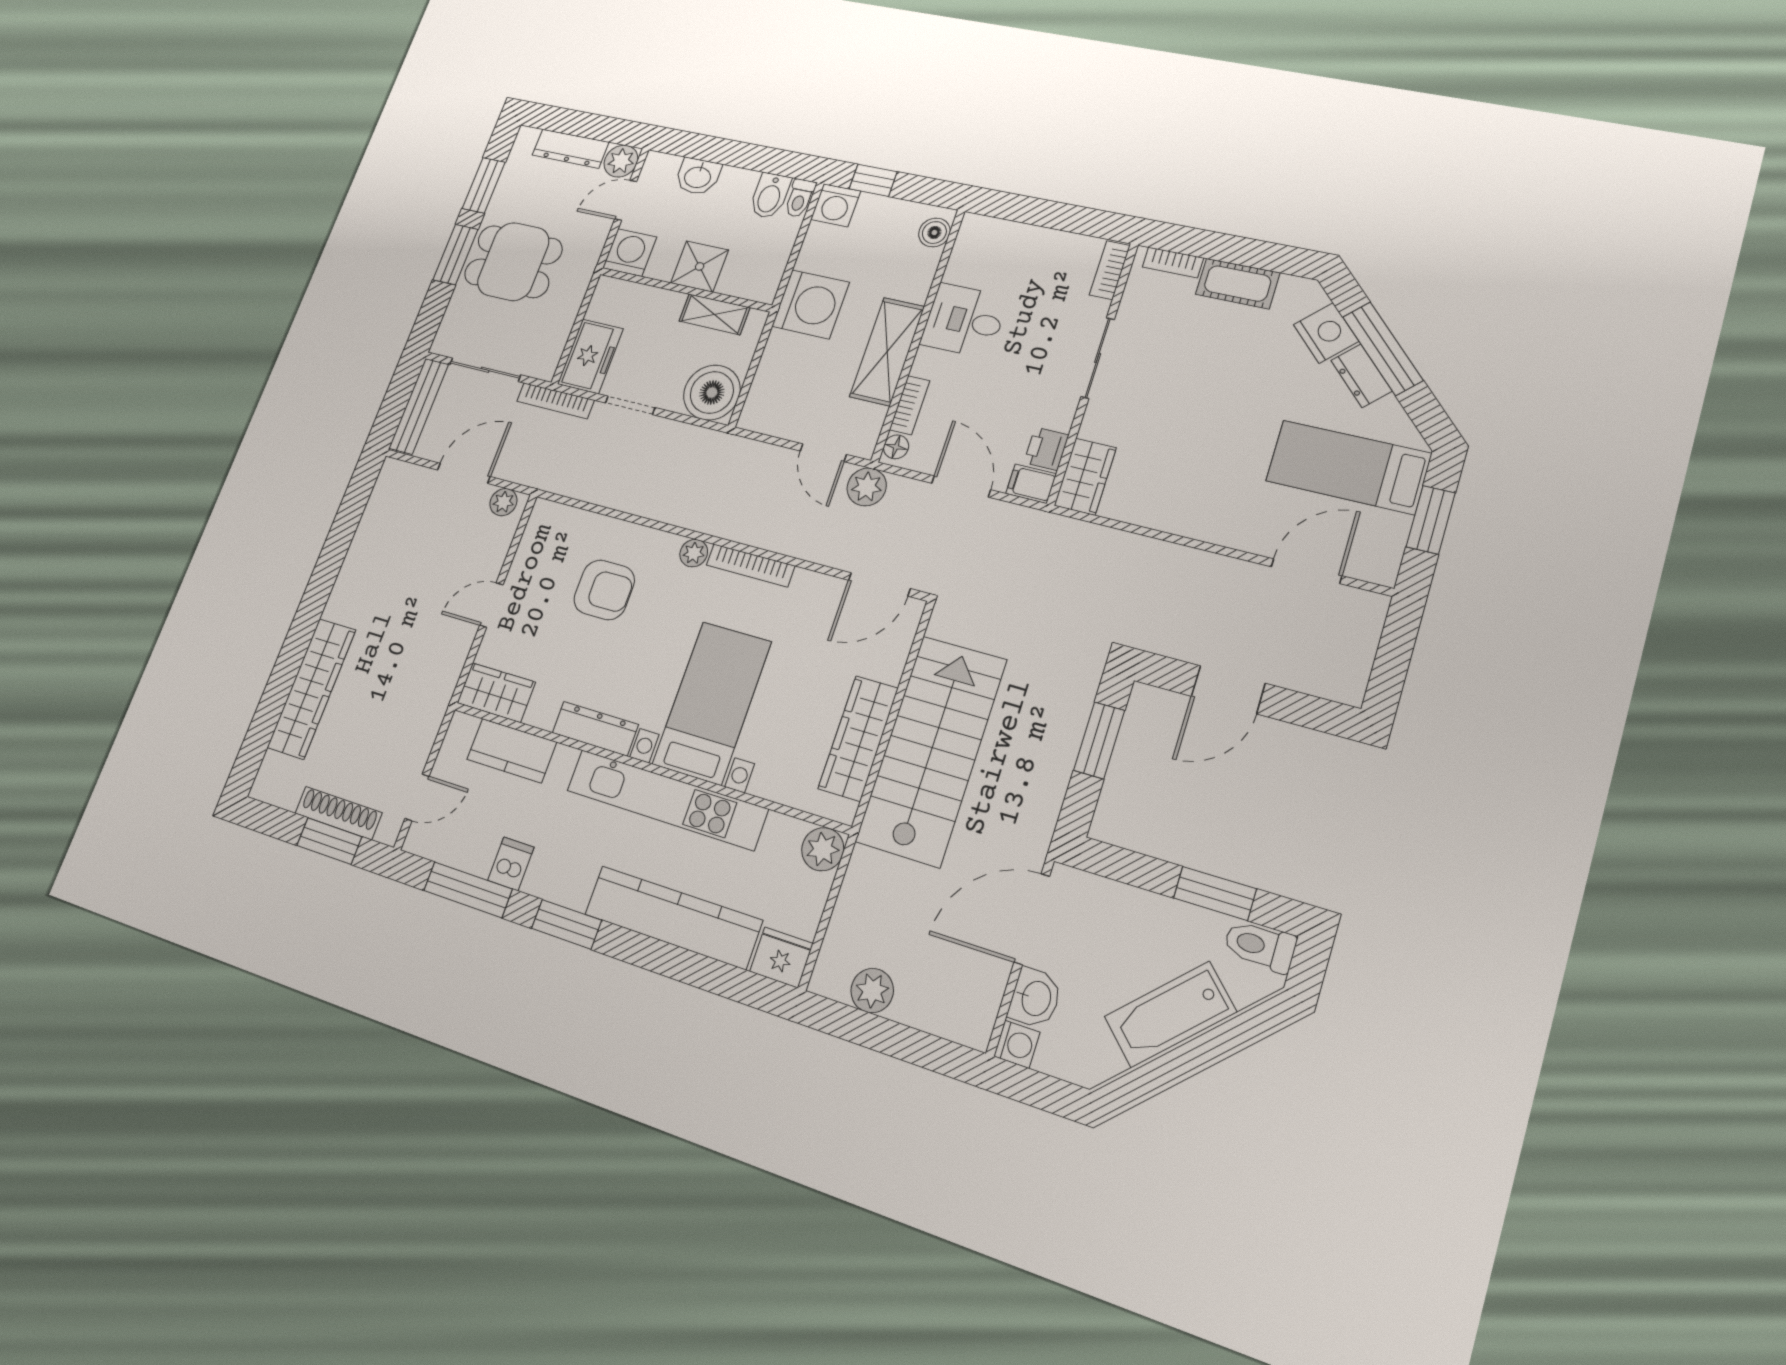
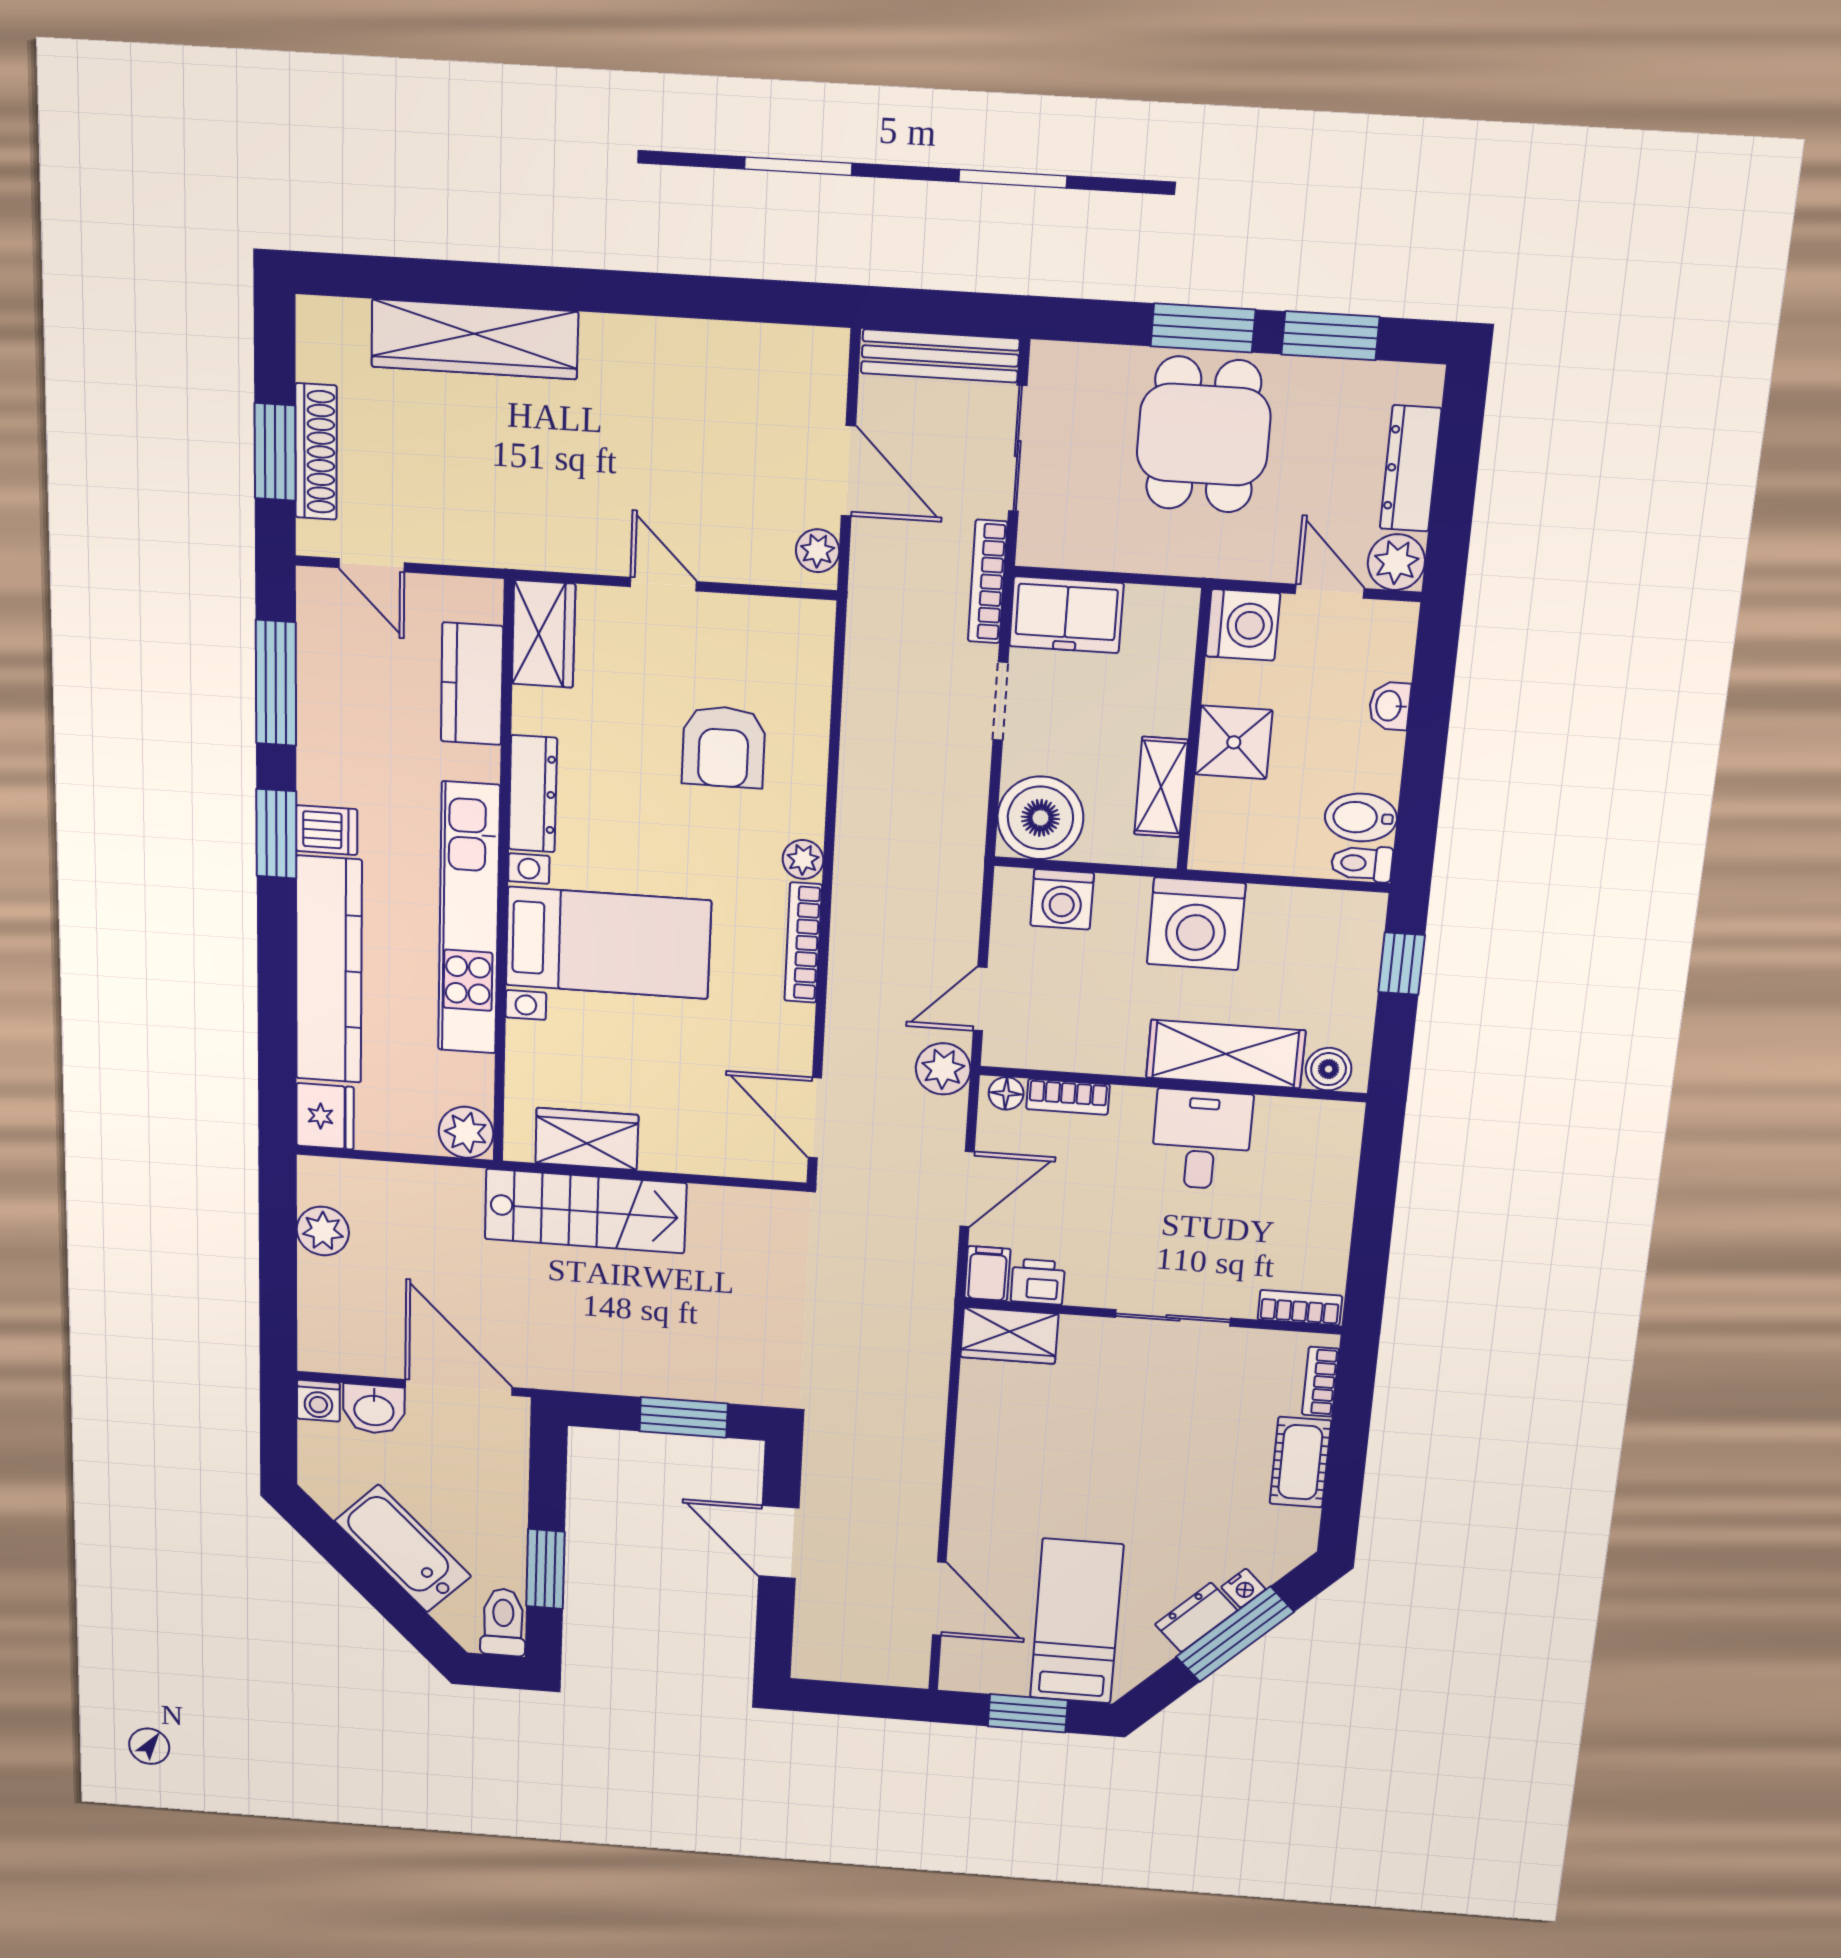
washbasin: (698, 176) -> (1390, 706), width x0.72, depth x0.69
washing machine: (836, 205) -> (1062, 899), moved, turned -90
nightstand: (1326, 333) -> (1243, 1588), width x0.53, depth x0.56
shelving: (887, 352) -> (1226, 1054), moved
wardrobe: (858, 738) -> (587, 1139), width x0.67
stairs: (931, 750) -> (585, 1211), width x0.73, depth x0.66
dishwasher: (511, 864) -> (327, 830), moved

